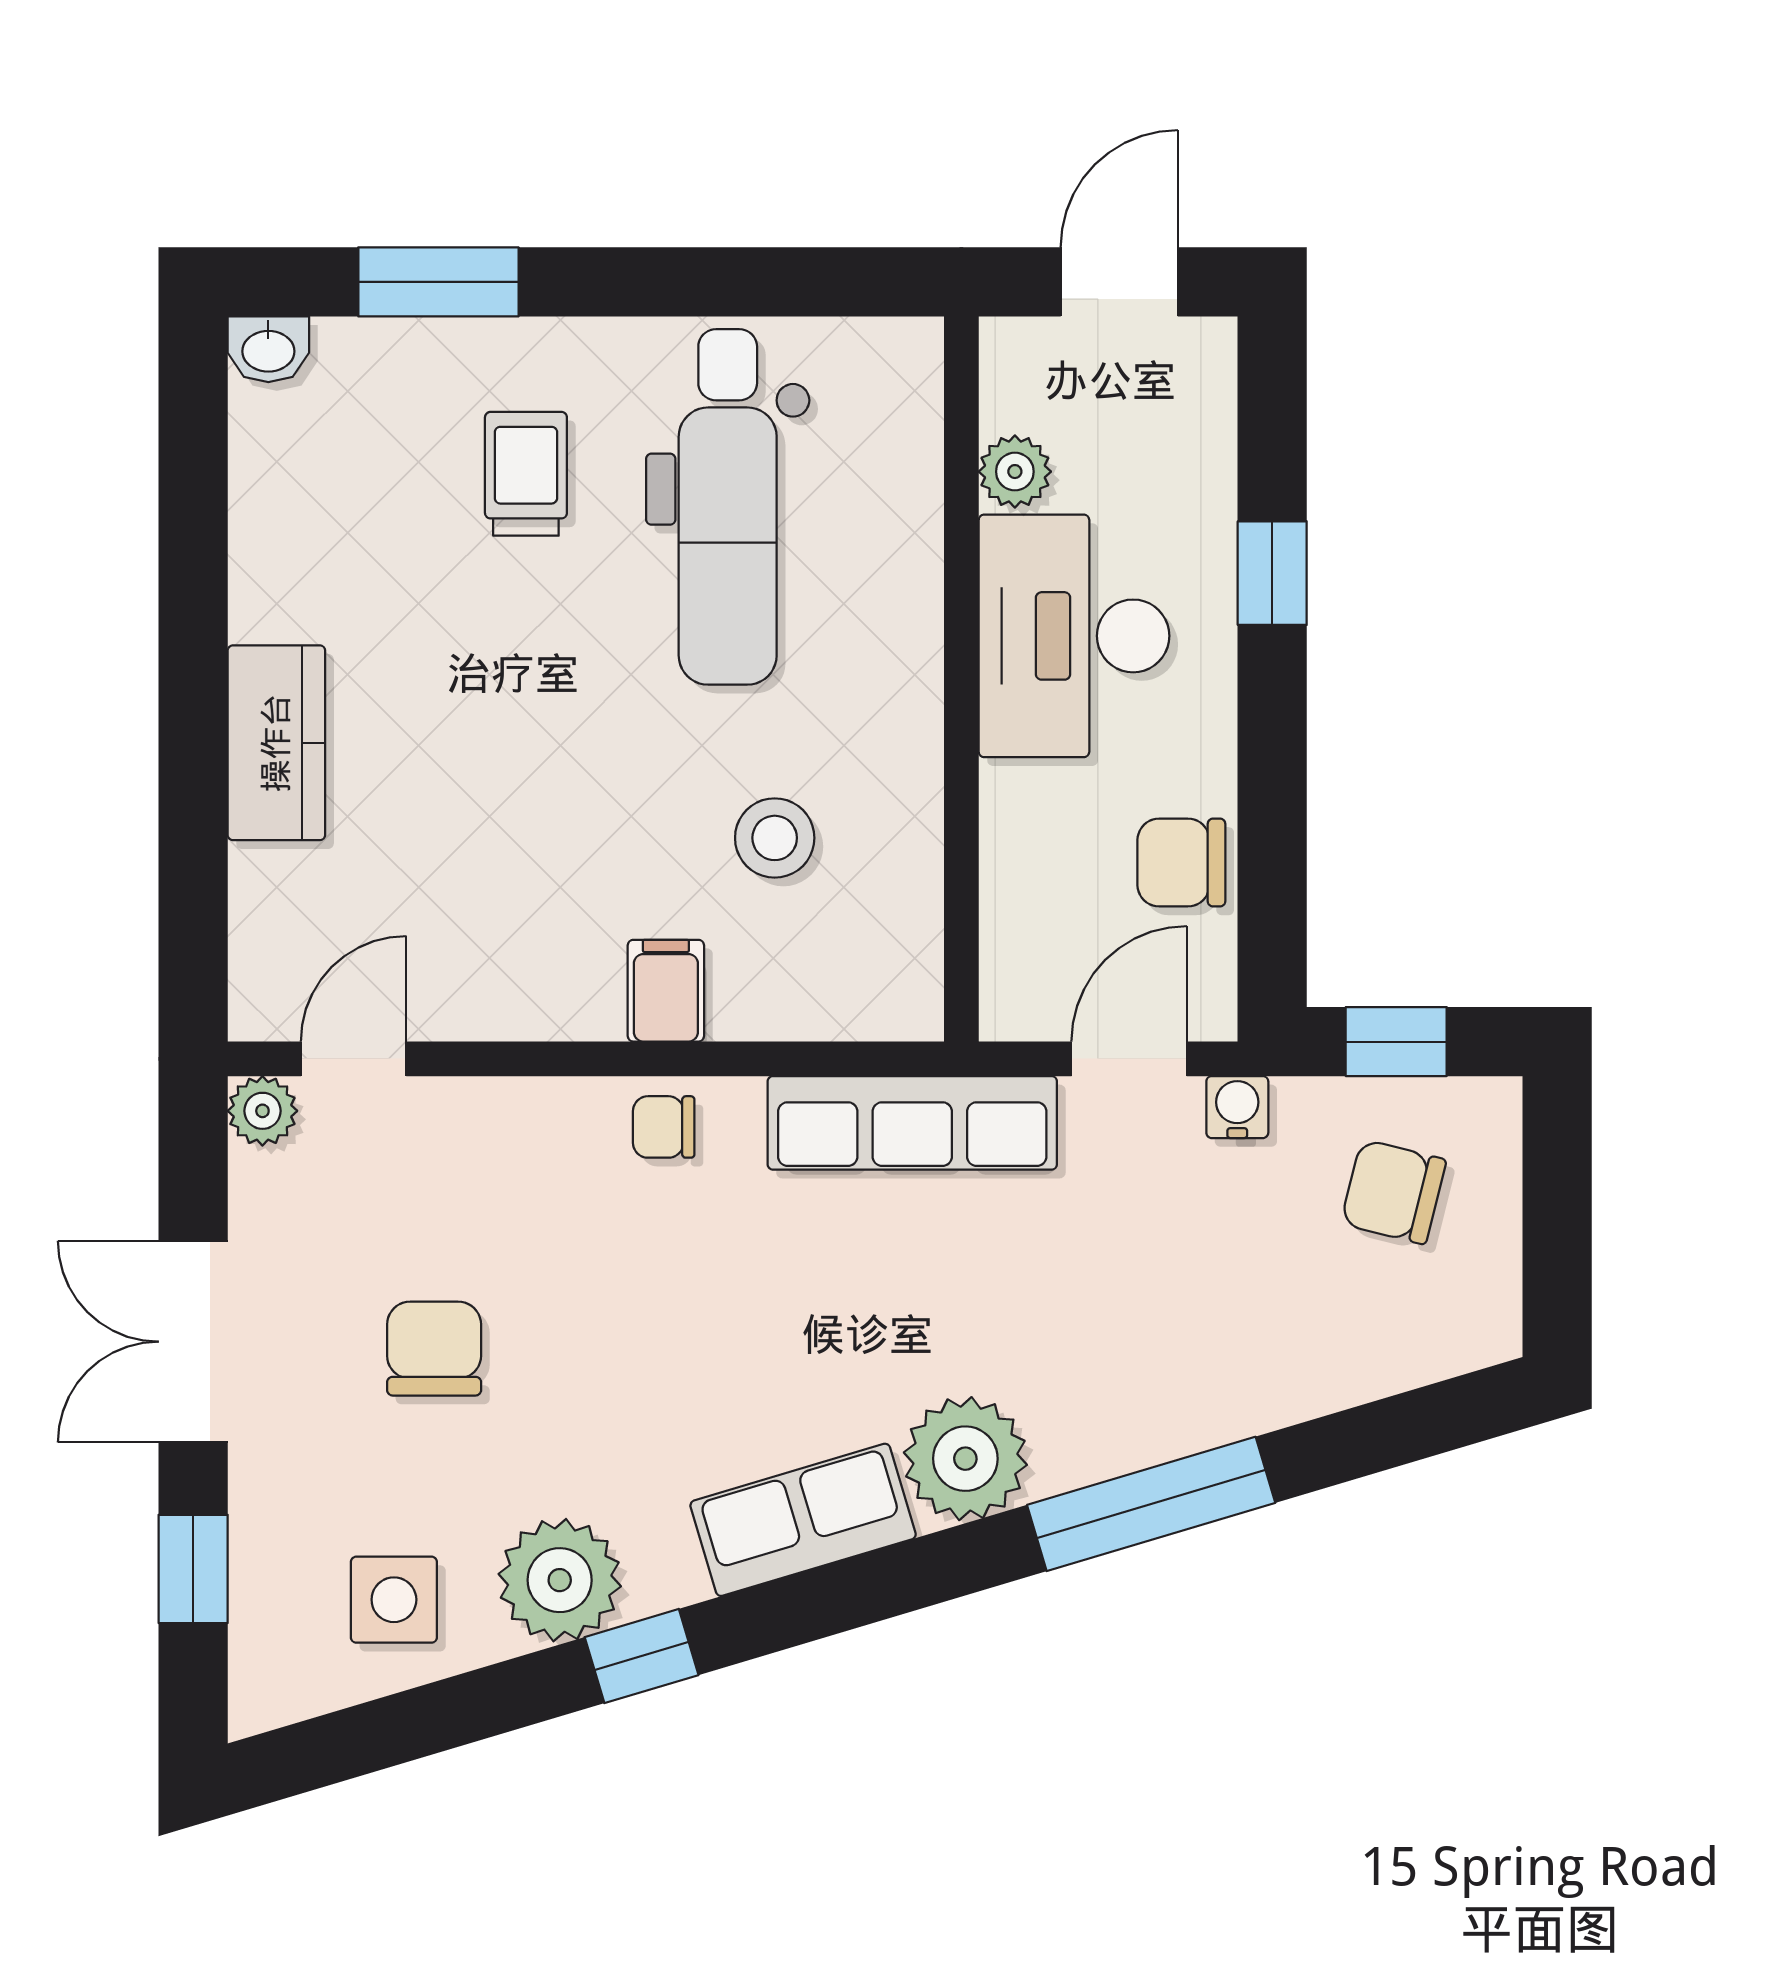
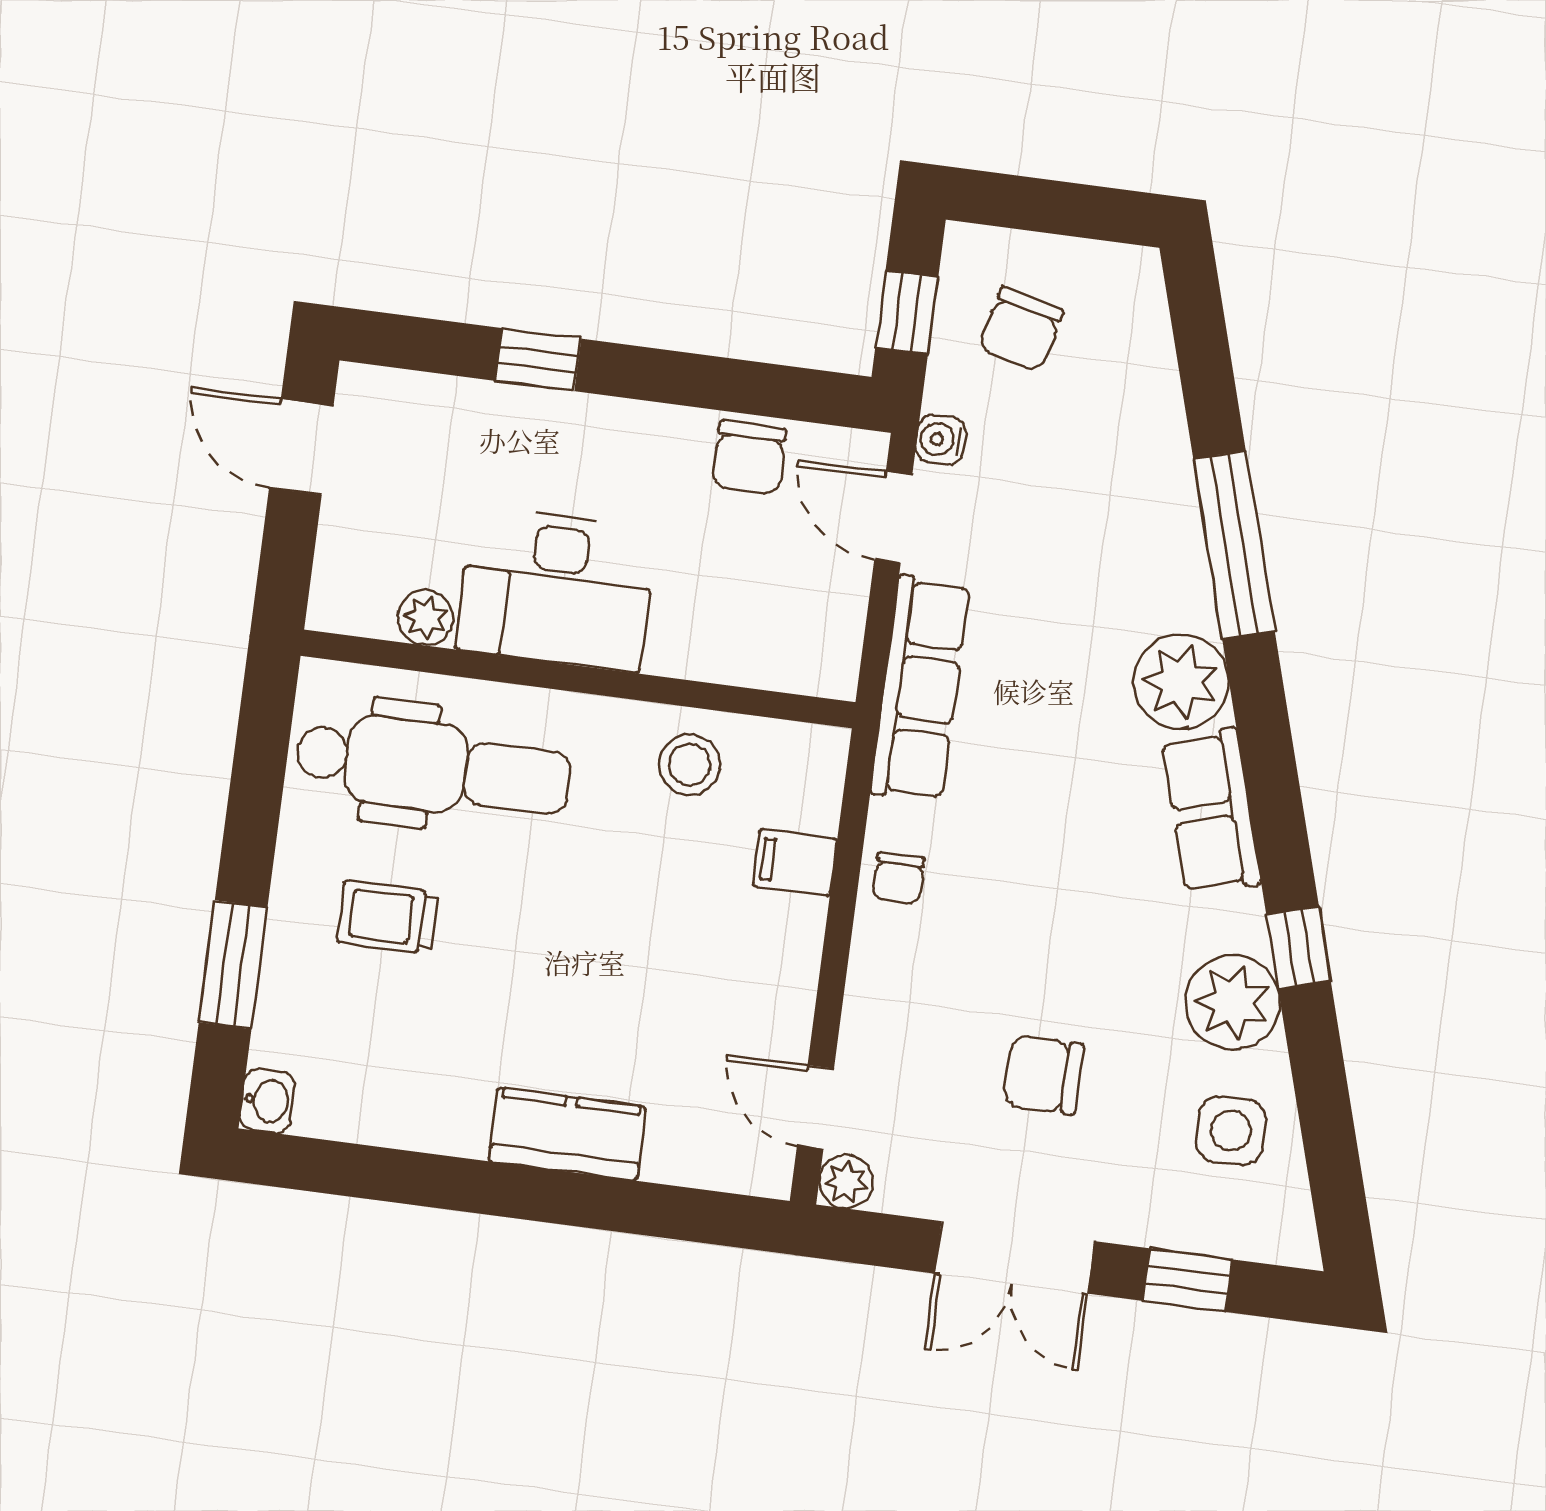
plant: (1015, 472) -> (426, 617), moved
desk: (1074, 636) -> (557, 589), moved
wall: (961, 679) -> (578, 679), moved

